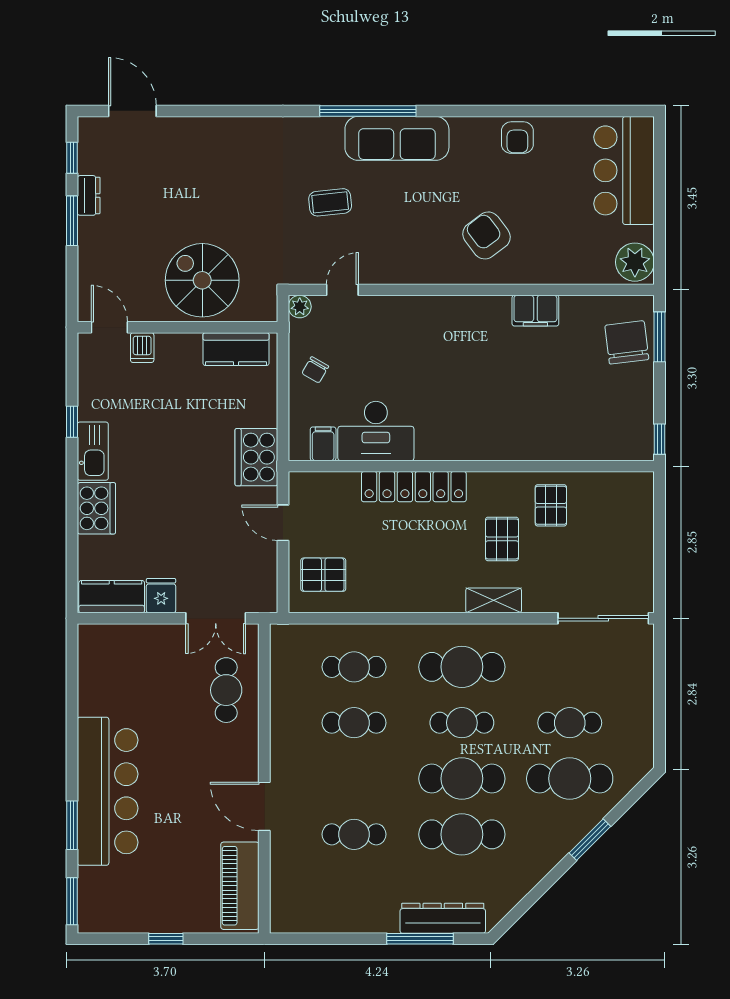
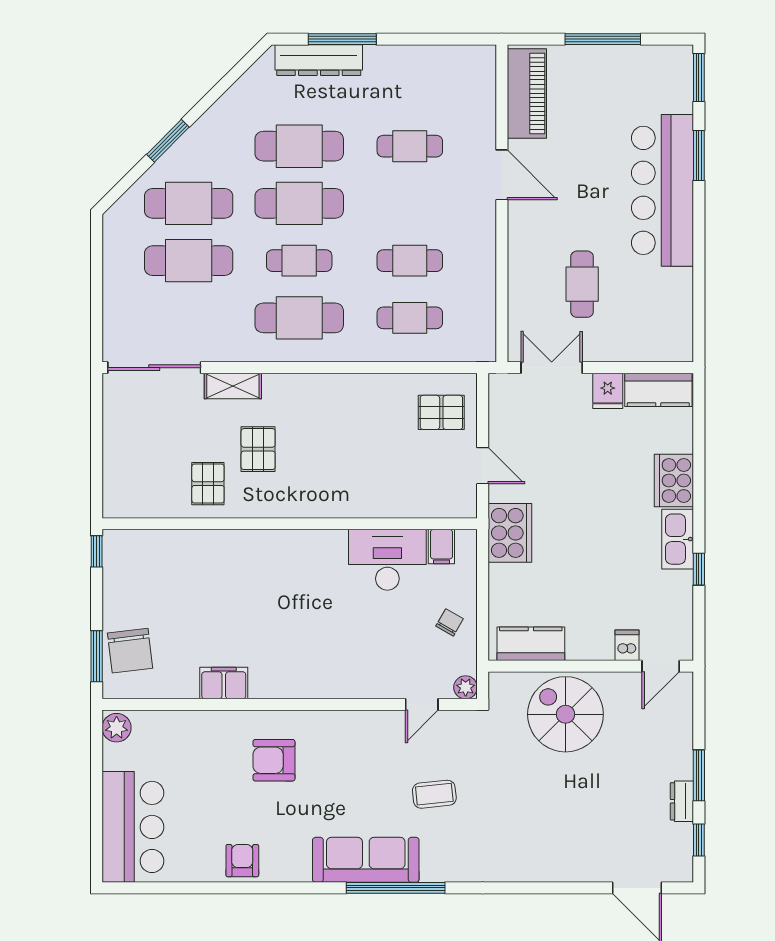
armchair: (486, 235) -> (274, 760), turned 127
plant: (635, 262) -> (117, 728), width x0.73, depth x0.73
spiral stairs: (202, 280) -> (565, 714), turned 180
door: (109, 327) -> (661, 666), hinge flipped
locker: (414, 487) -> (348, 503), removed
shelving: (494, 600) -> (233, 386), moved
cafe table: (226, 690) -> (582, 284), moved
cafe table: (570, 723) -> (189, 261), width x1.37, depth x1.35
window: (166, 939) -> (603, 39), width x2.17

